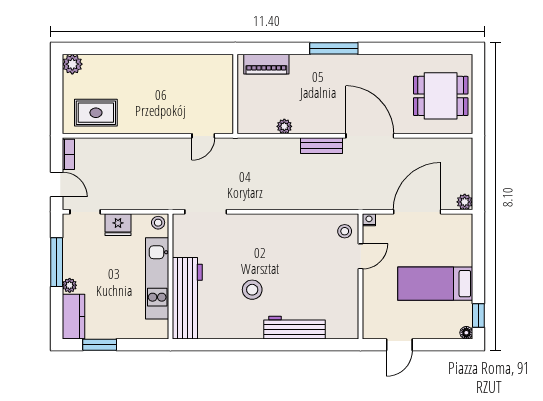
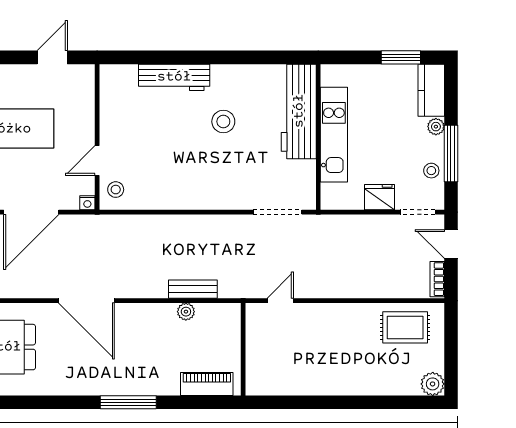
bench: (321, 146) -> (193, 289), moved
stool: (158, 223) -> (431, 171), moved

